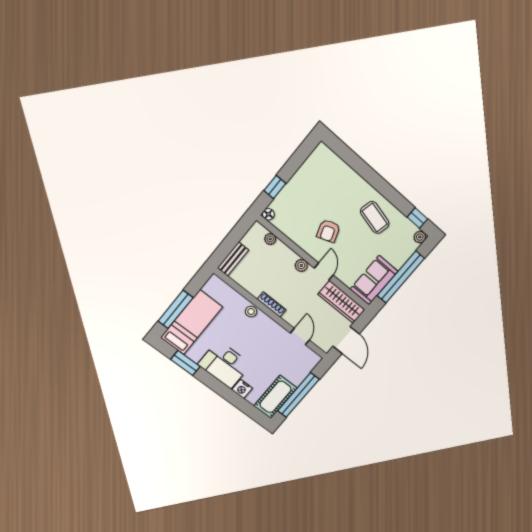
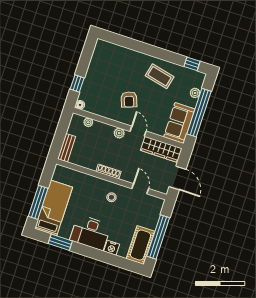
plant: (420, 237) -> (195, 93), moved
stool: (251, 312) -> (111, 197), moved

